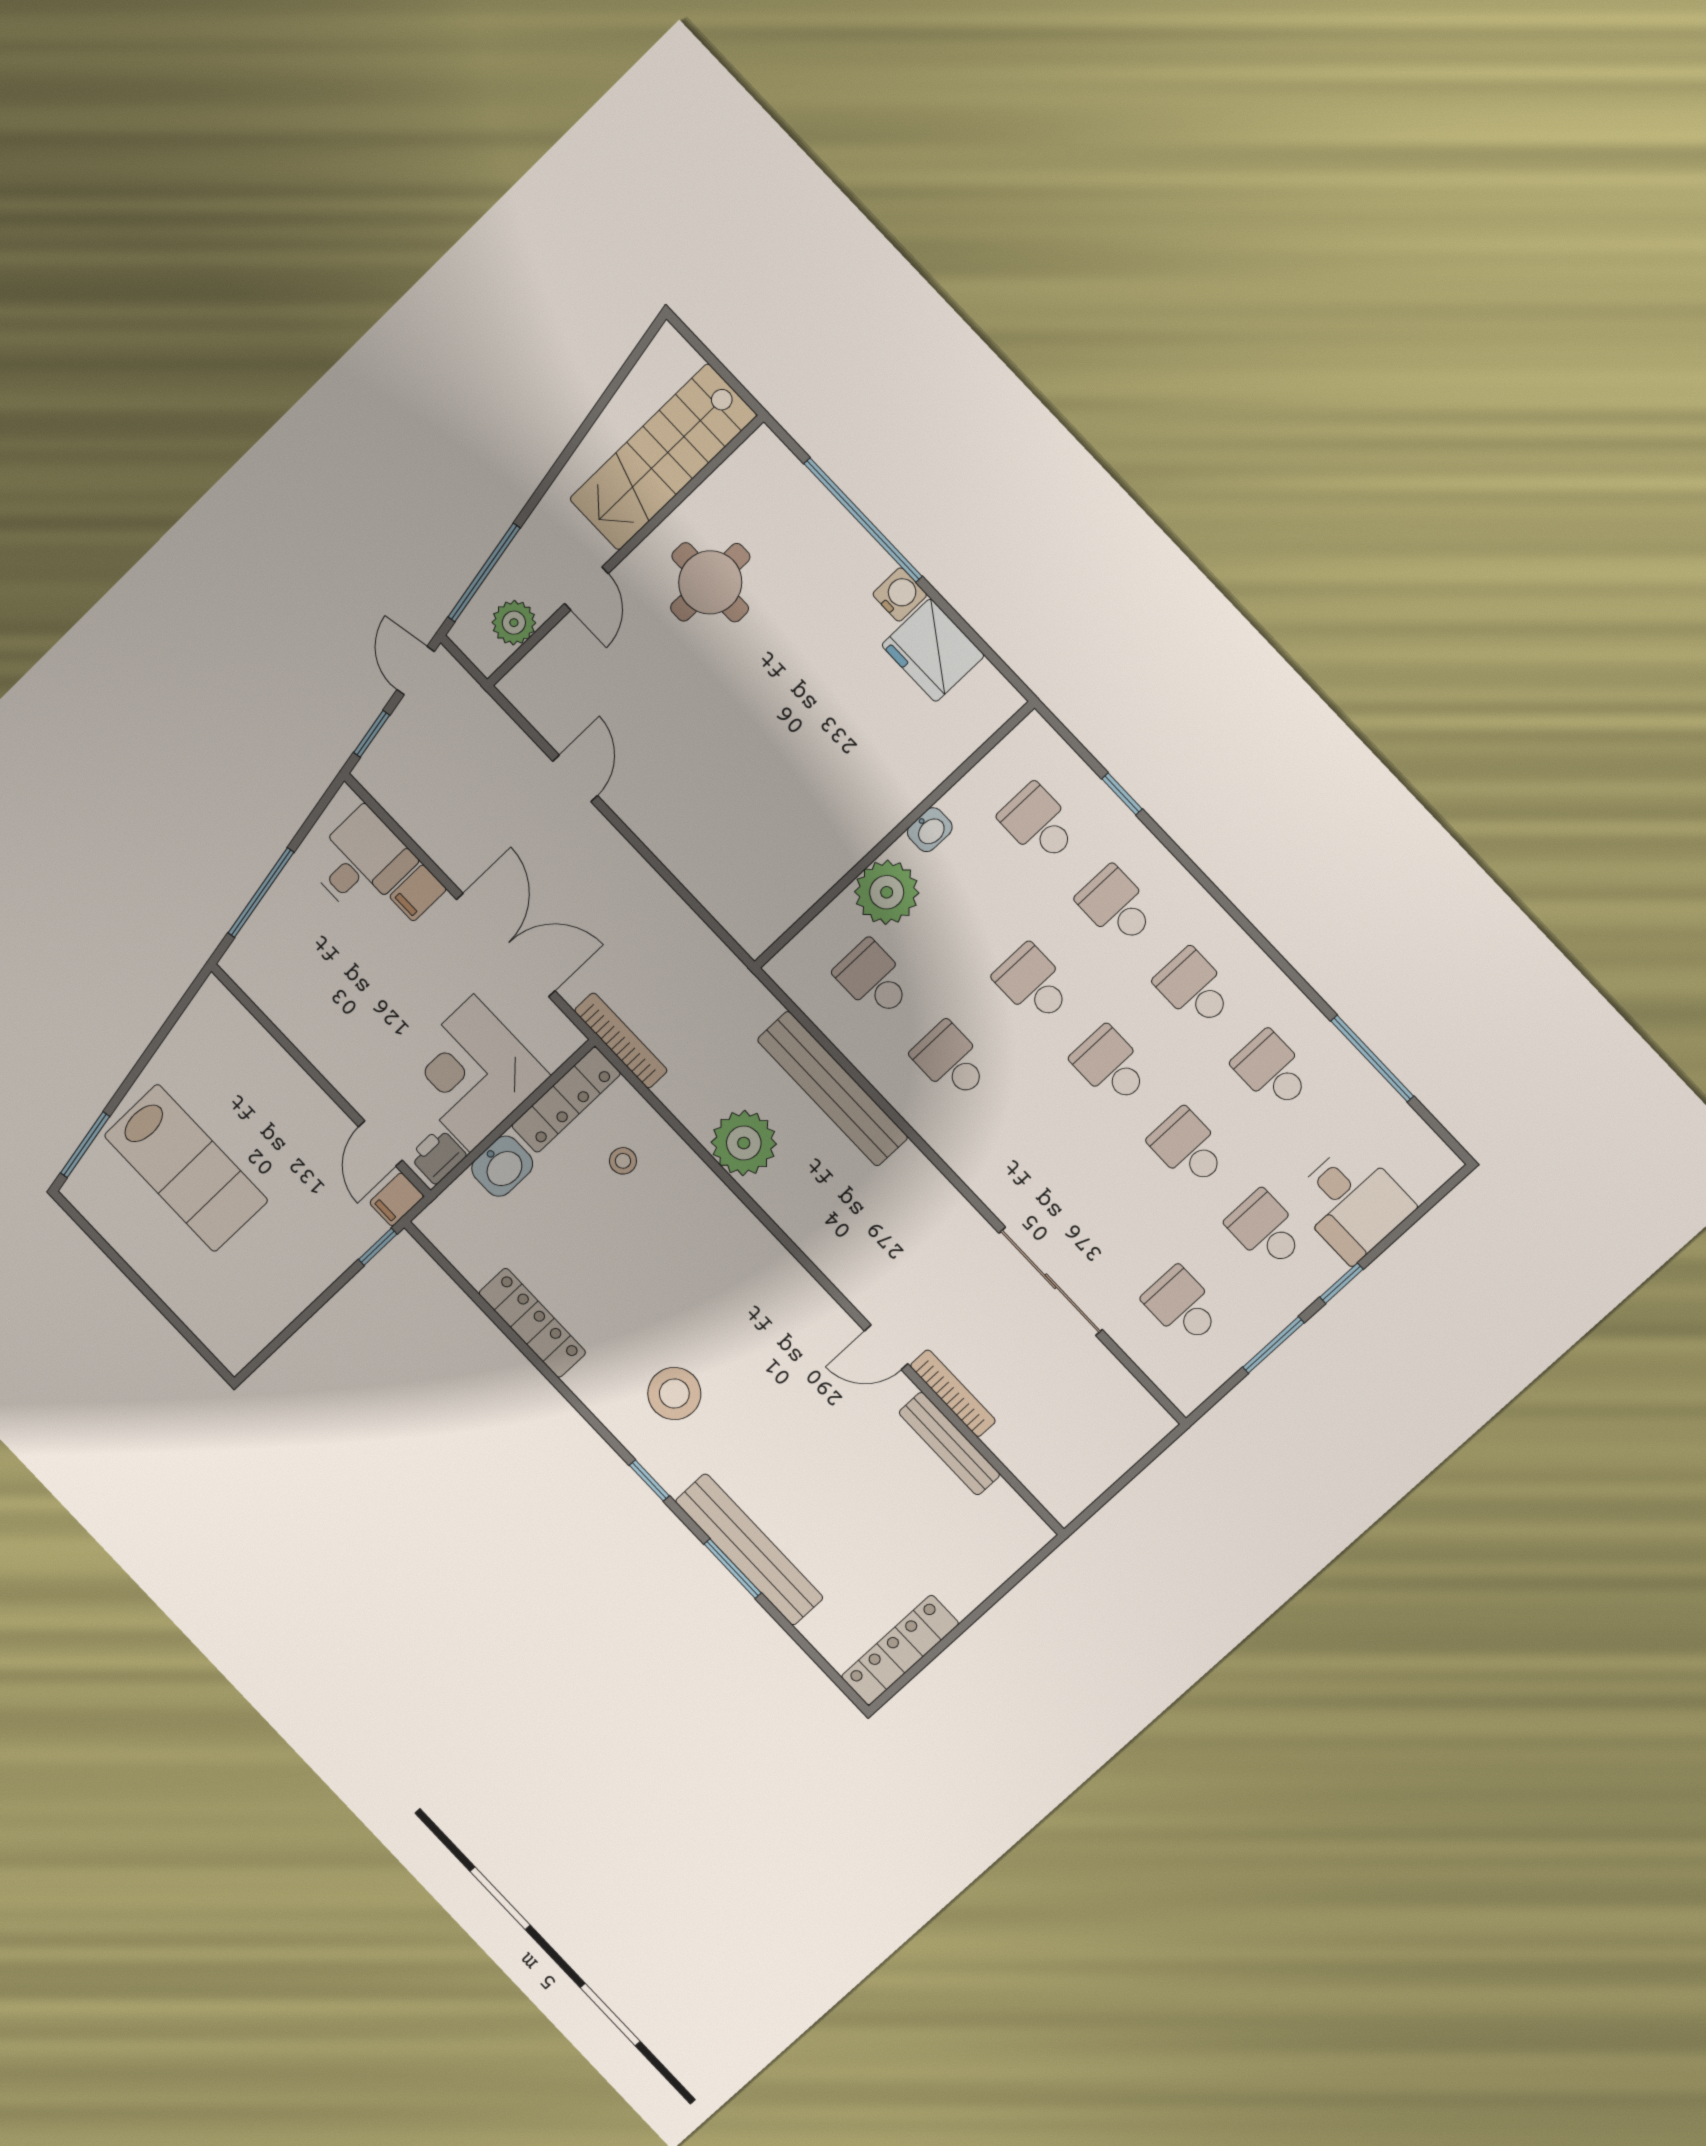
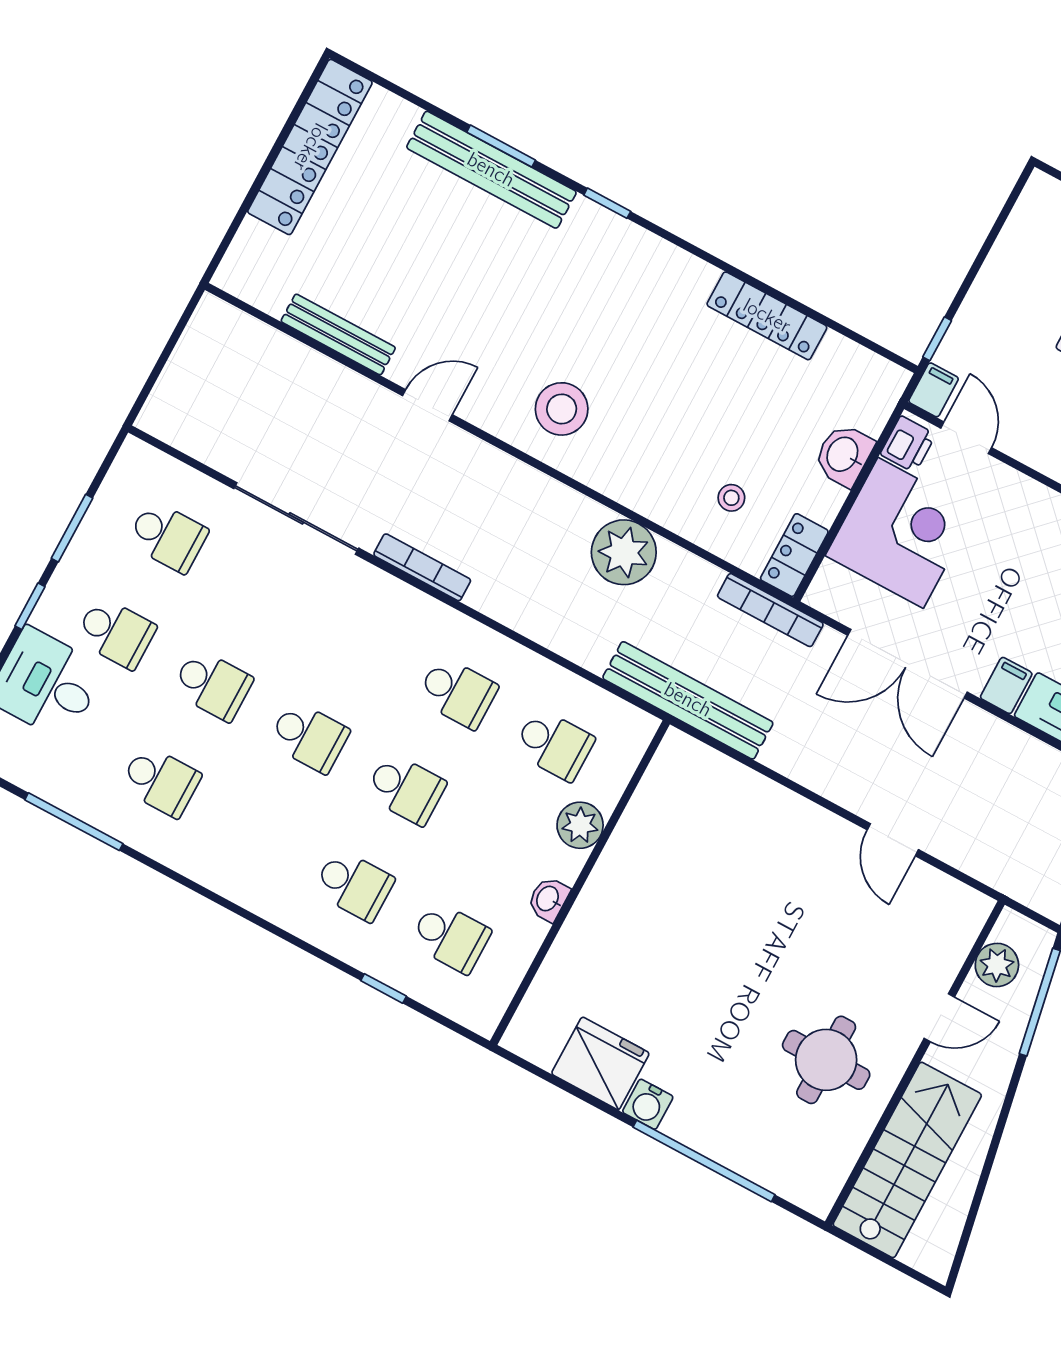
door: (586, 589) -> (939, 1018), swing flipped
plant: (887, 892) -> (580, 825), width x0.73, depth x0.73
school desk: (1194, 988) -> (257, 833), removed
bench: (833, 1089) -> (688, 700), moved
locker: (566, 1100) -> (794, 555), width x0.66
bookcase: (953, 1393) -> (422, 567), moved, turned 180
stool: (674, 1394) -> (562, 409), moved
locker: (900, 1650) -> (310, 147), width x1.41, depth x1.21

